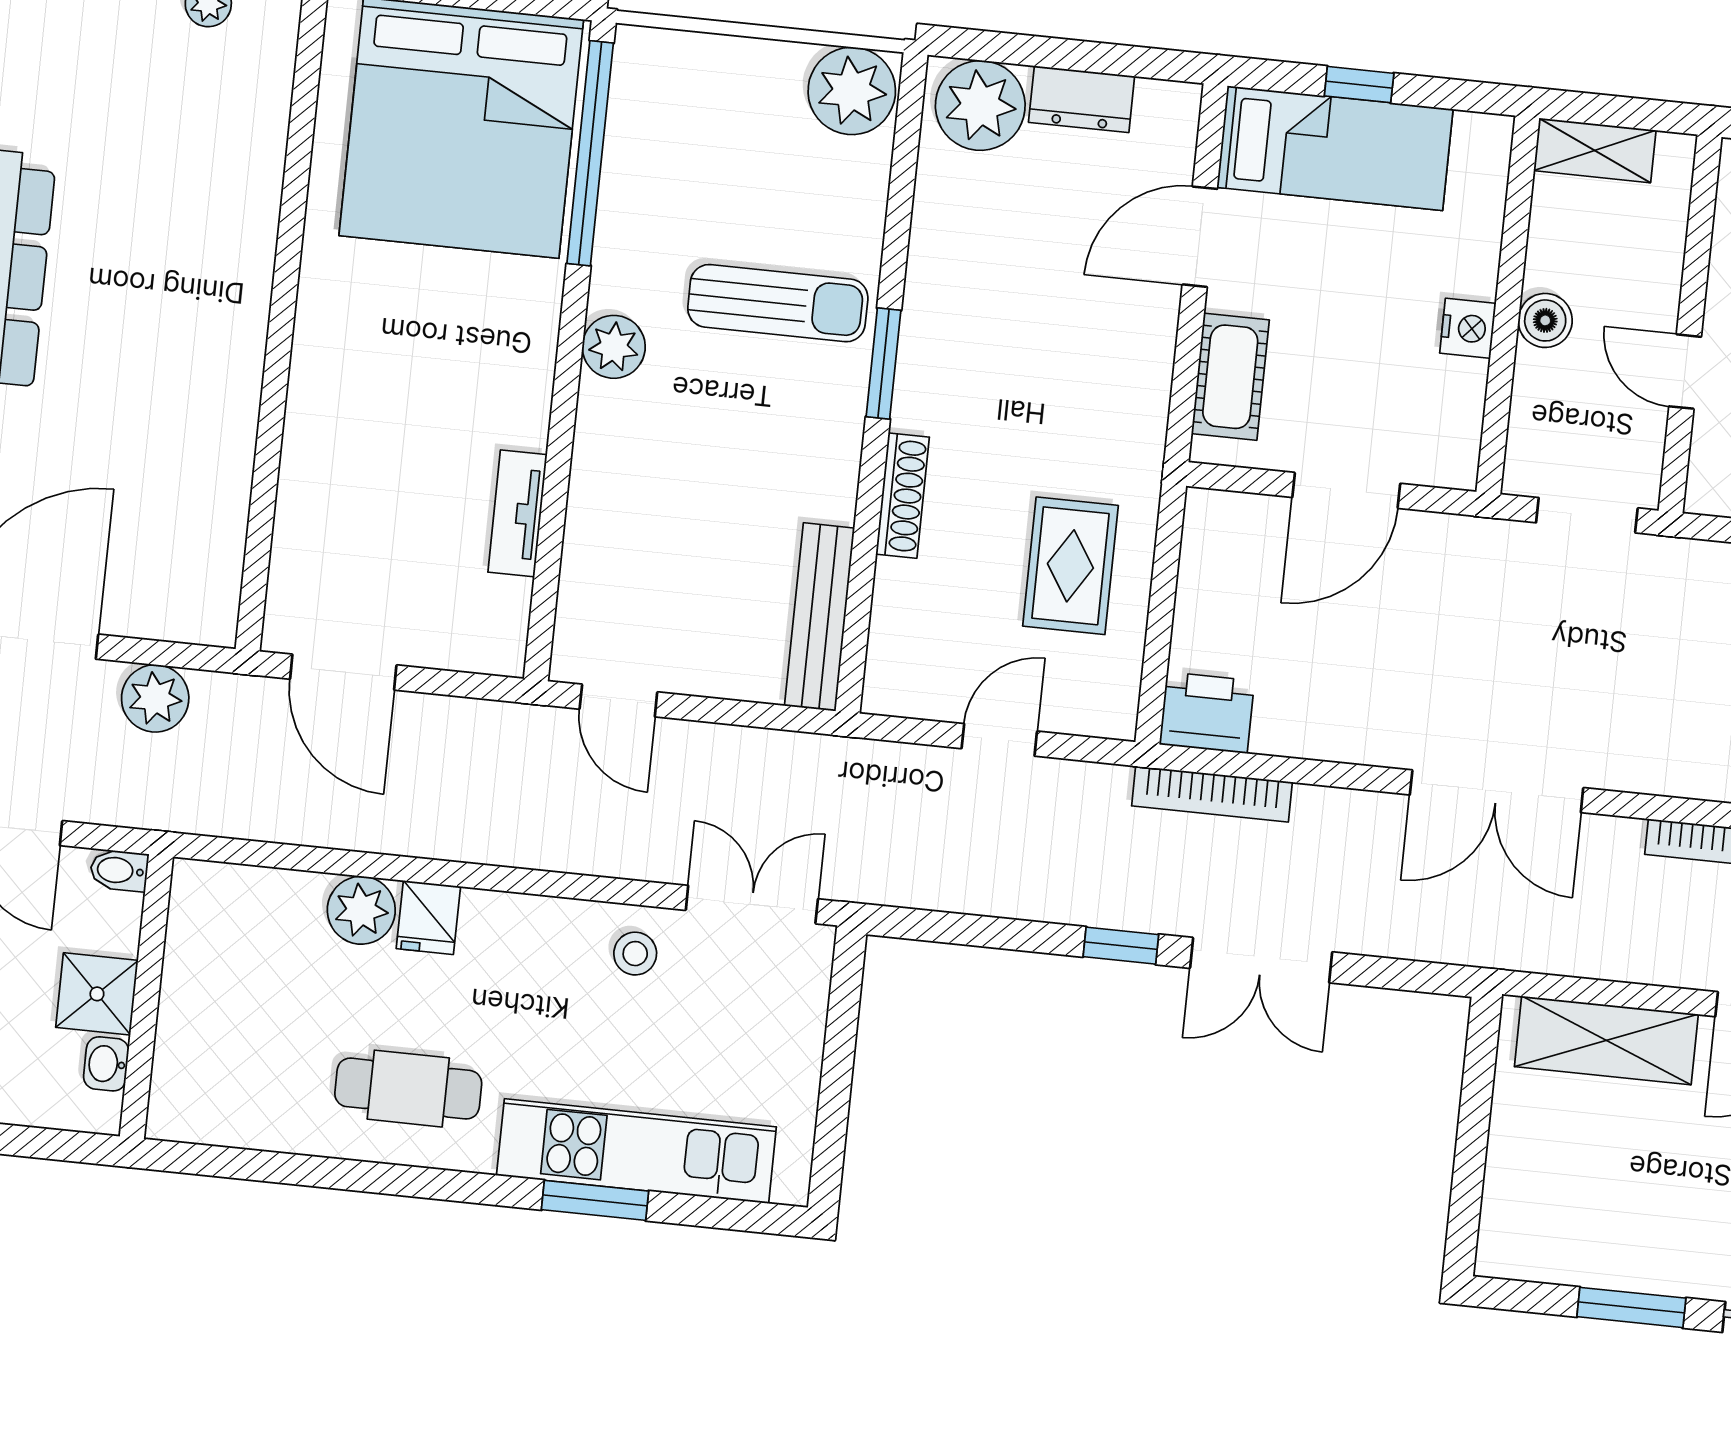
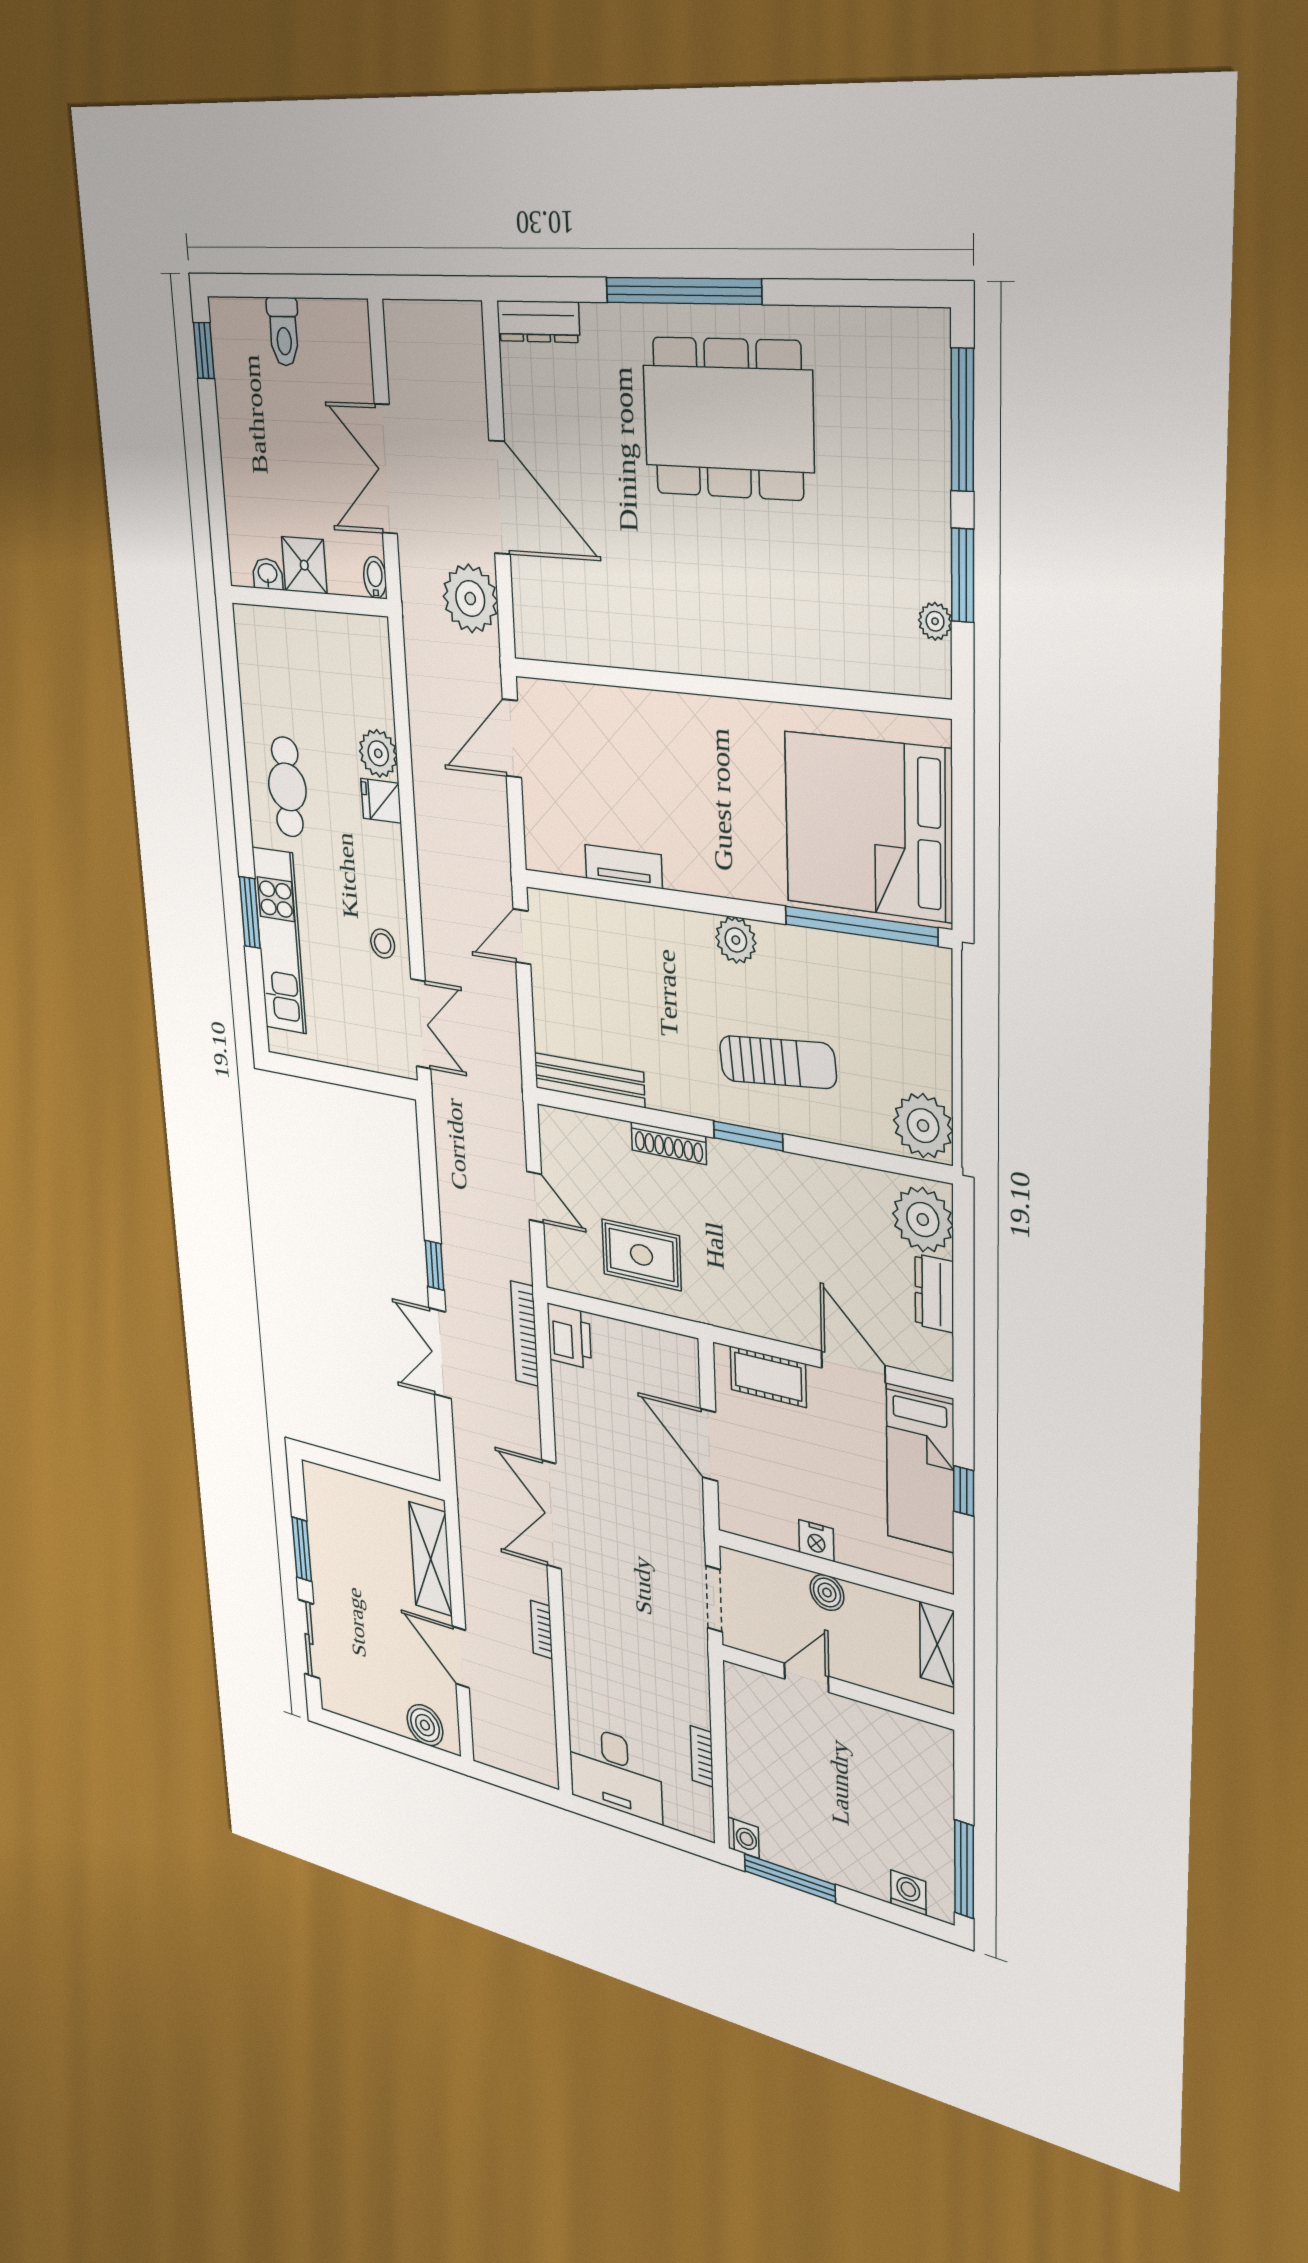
sun lounger: (778, 303) -> (778, 1062), turned -95
plant: (155, 698) -> (470, 599), width x1.36, depth x1.36

